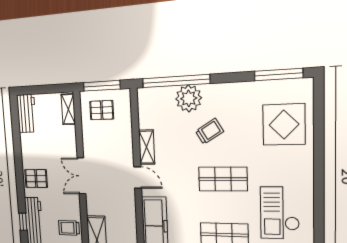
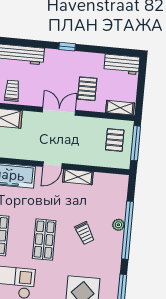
window: (176, 81) -> (127, 230), moved
plant: (189, 98) -> (118, 225), width x0.53, depth x0.53
pallet: (36, 179) -> (87, 89), moved
window: (23, 222) -> (67, 47), moved

